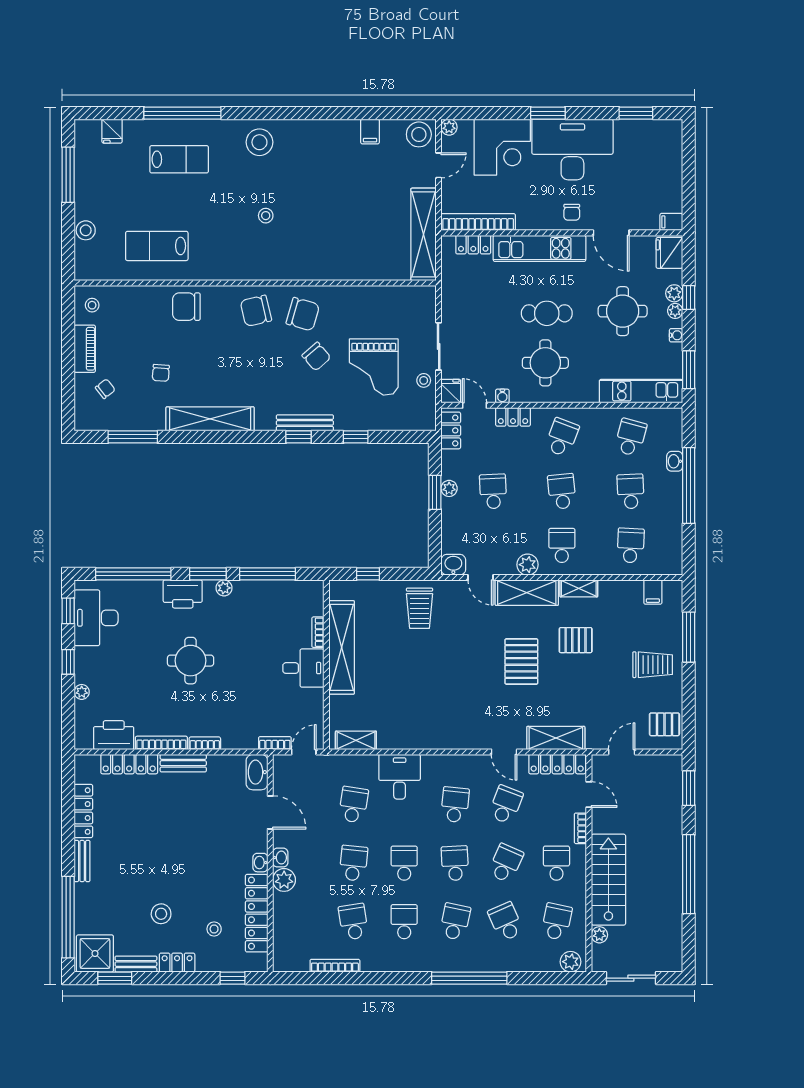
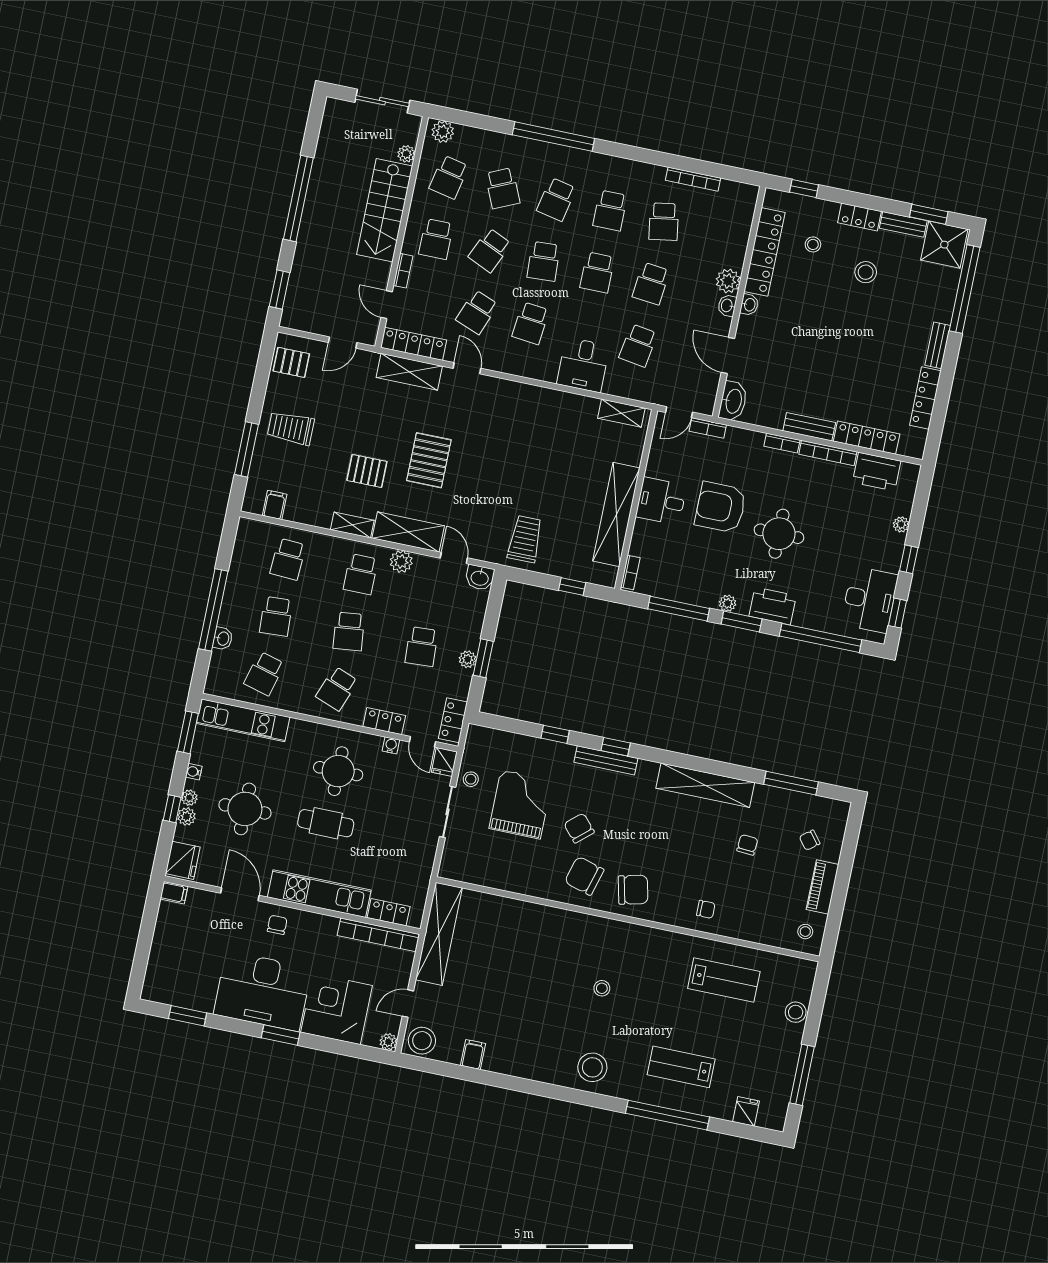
chair: (186, 307) -> (706, 909), width x0.54, depth x0.54
bookcase: (318, 632) -> (630, 573), moved
armchair: (248, 674) -> (720, 507), added

